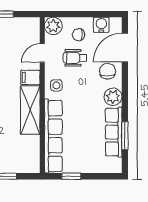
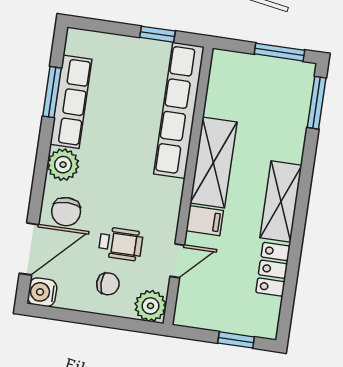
water cooler: (101, 25) -> (42, 292), moved, turned 90
side table: (56, 85) -> (161, 200), removed

